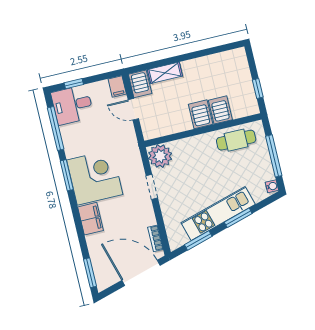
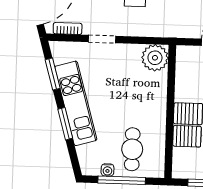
cafe table: (236, 140) -> (132, 149), moved
water cooler: (272, 186) -> (107, 170), moved
doorway: (152, 187) -> (102, 39), moved

